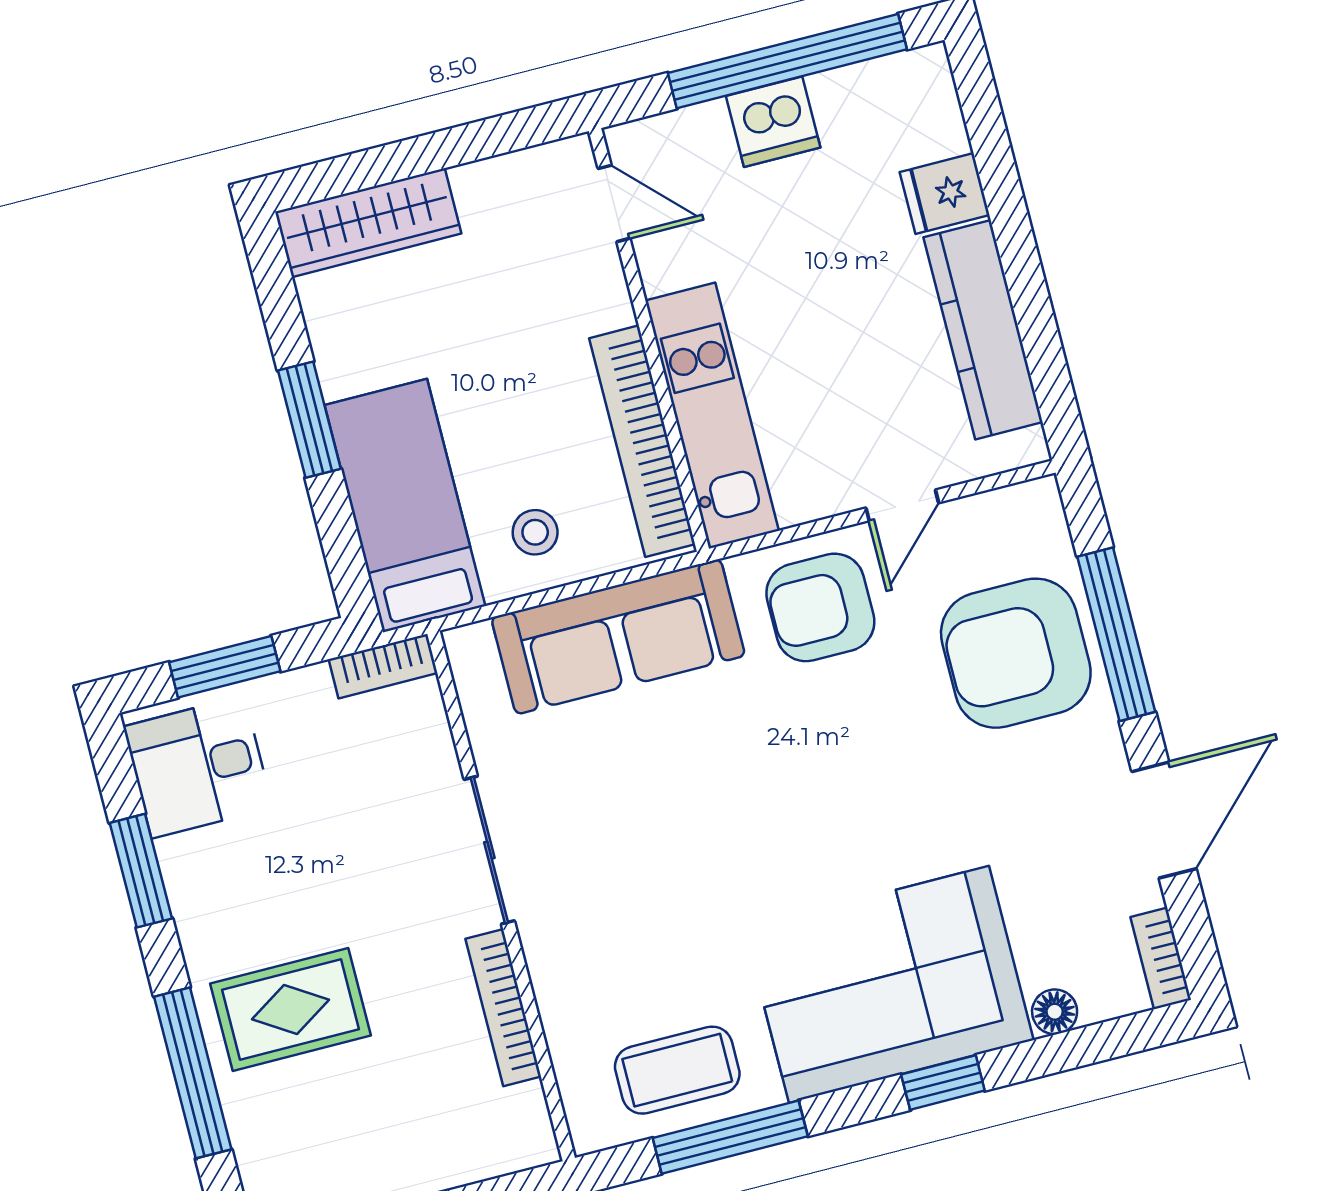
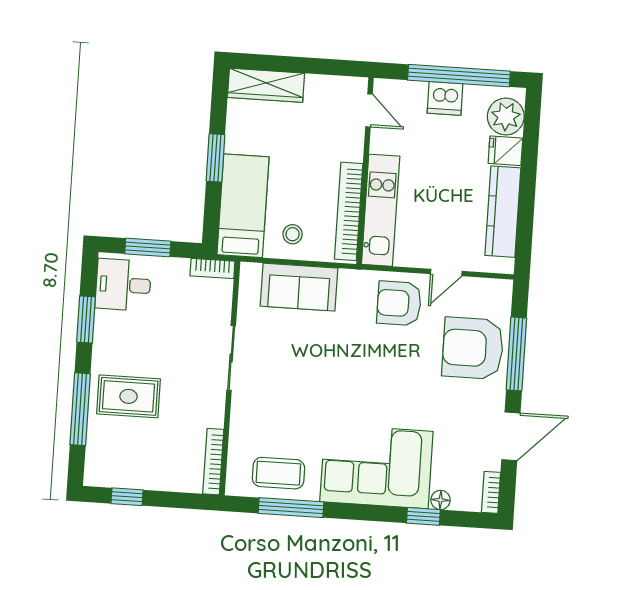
plant: (920, 117) -> (506, 116), added
sofa: (618, 637) -> (299, 287), width x0.73
bookcase: (503, 1008) -> (213, 462), moved
window: (943, 1083) -> (423, 516), moved

